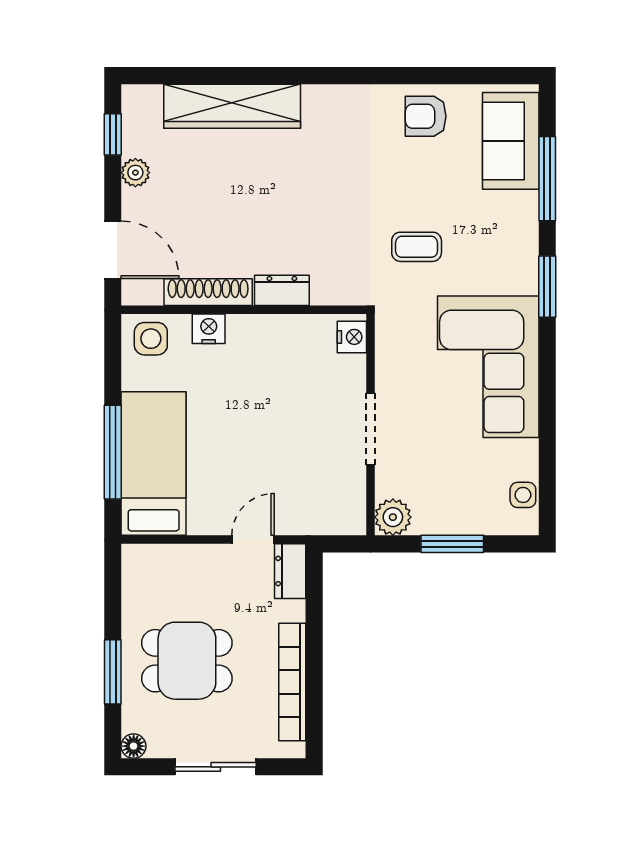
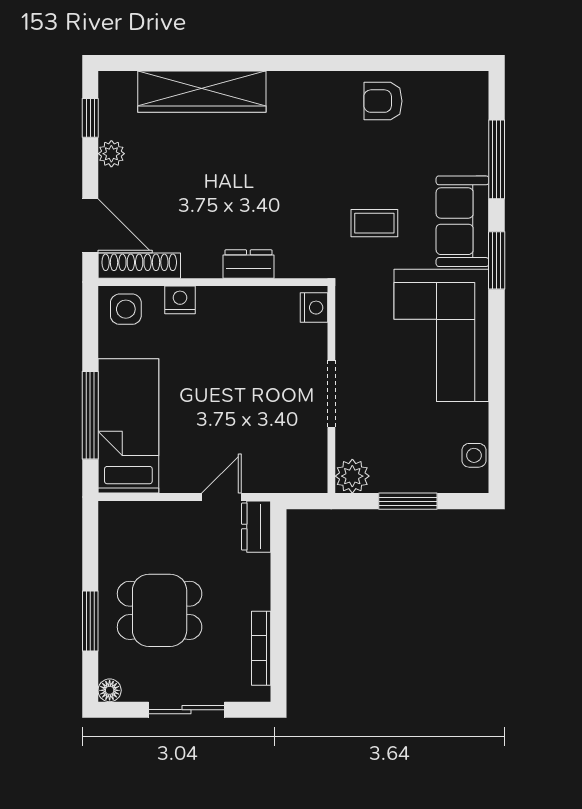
sofa: (511, 141) -> (462, 221), moved
shoe rack: (208, 292) -> (139, 266), moved
bookcase: (292, 682) -> (261, 648), width x0.68, depth x0.76

